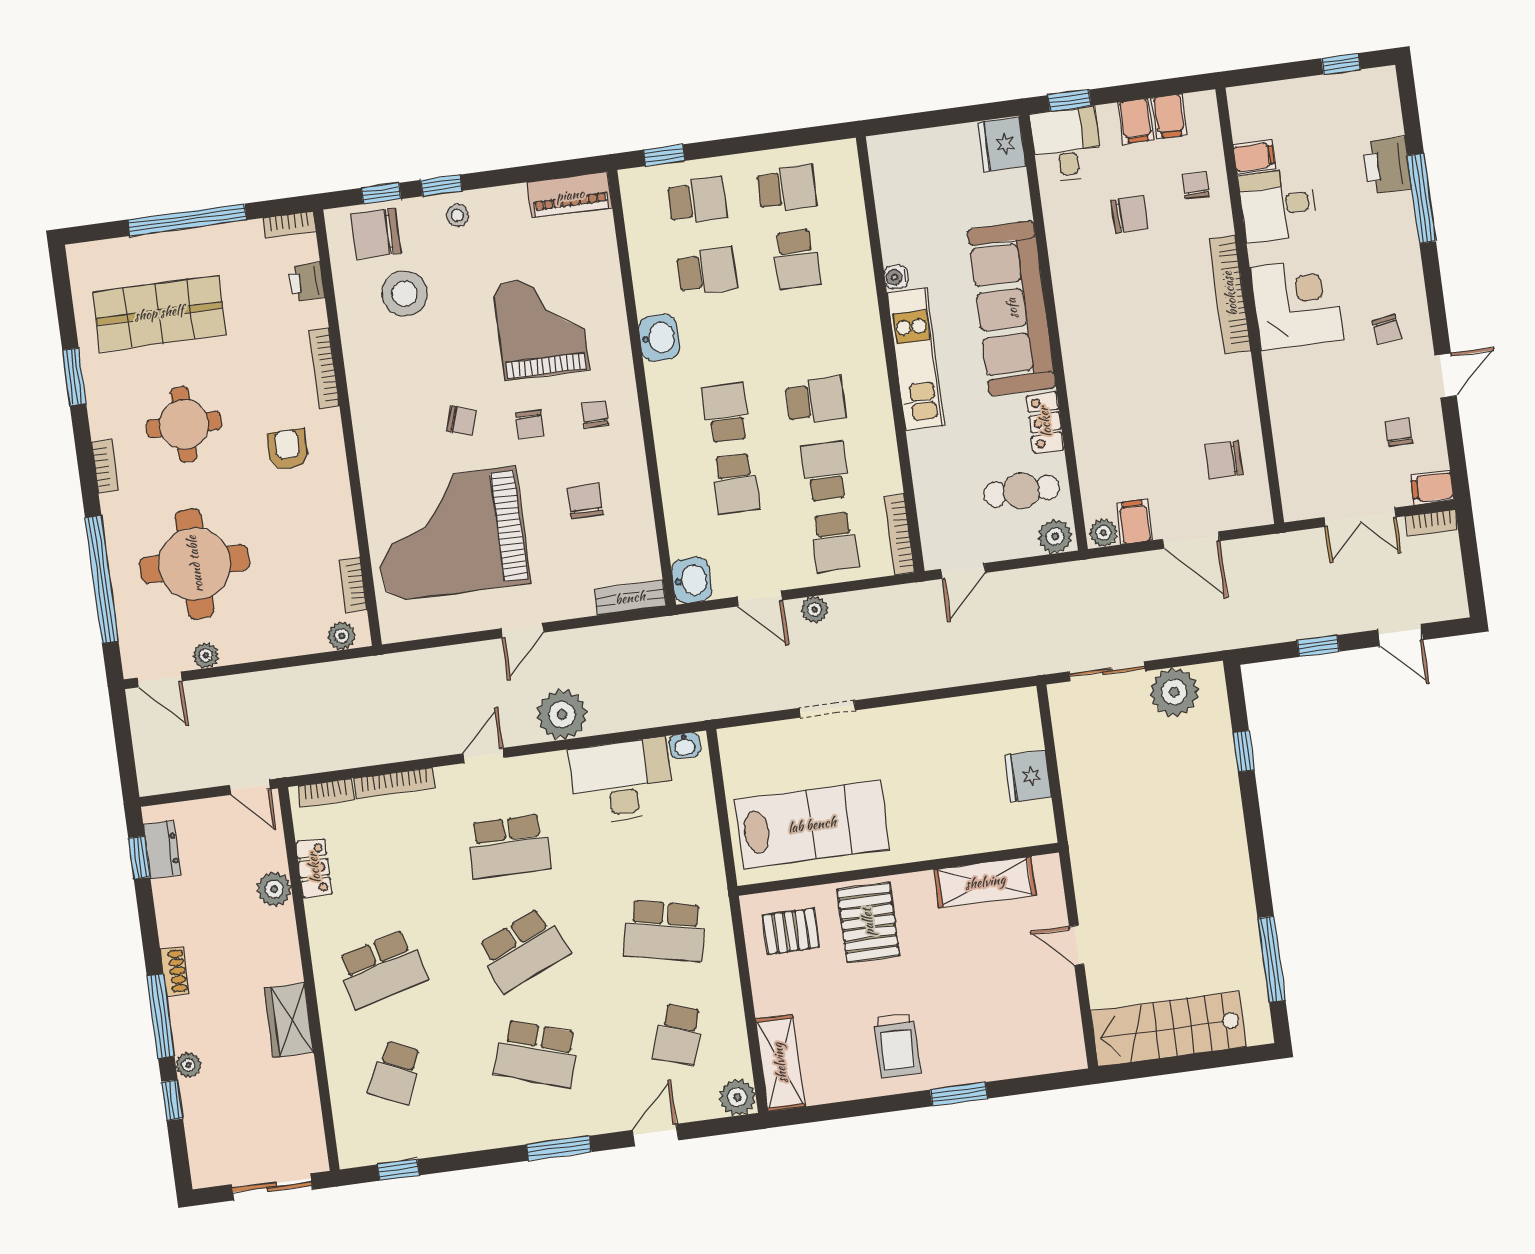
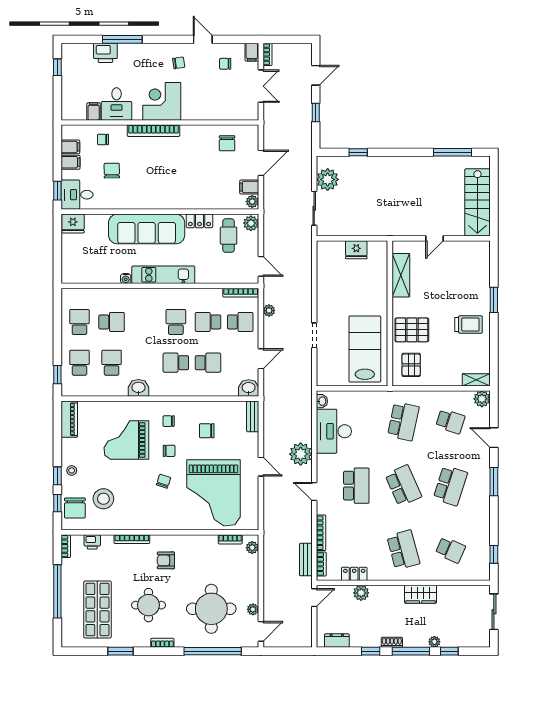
plant: (814, 609) -> (269, 311), moved
bench: (331, 757) -> (306, 560), added
window: (139, 858) -> (371, 651), moved
shelving: (780, 1063) -> (476, 380), width x0.67, depth x0.75

